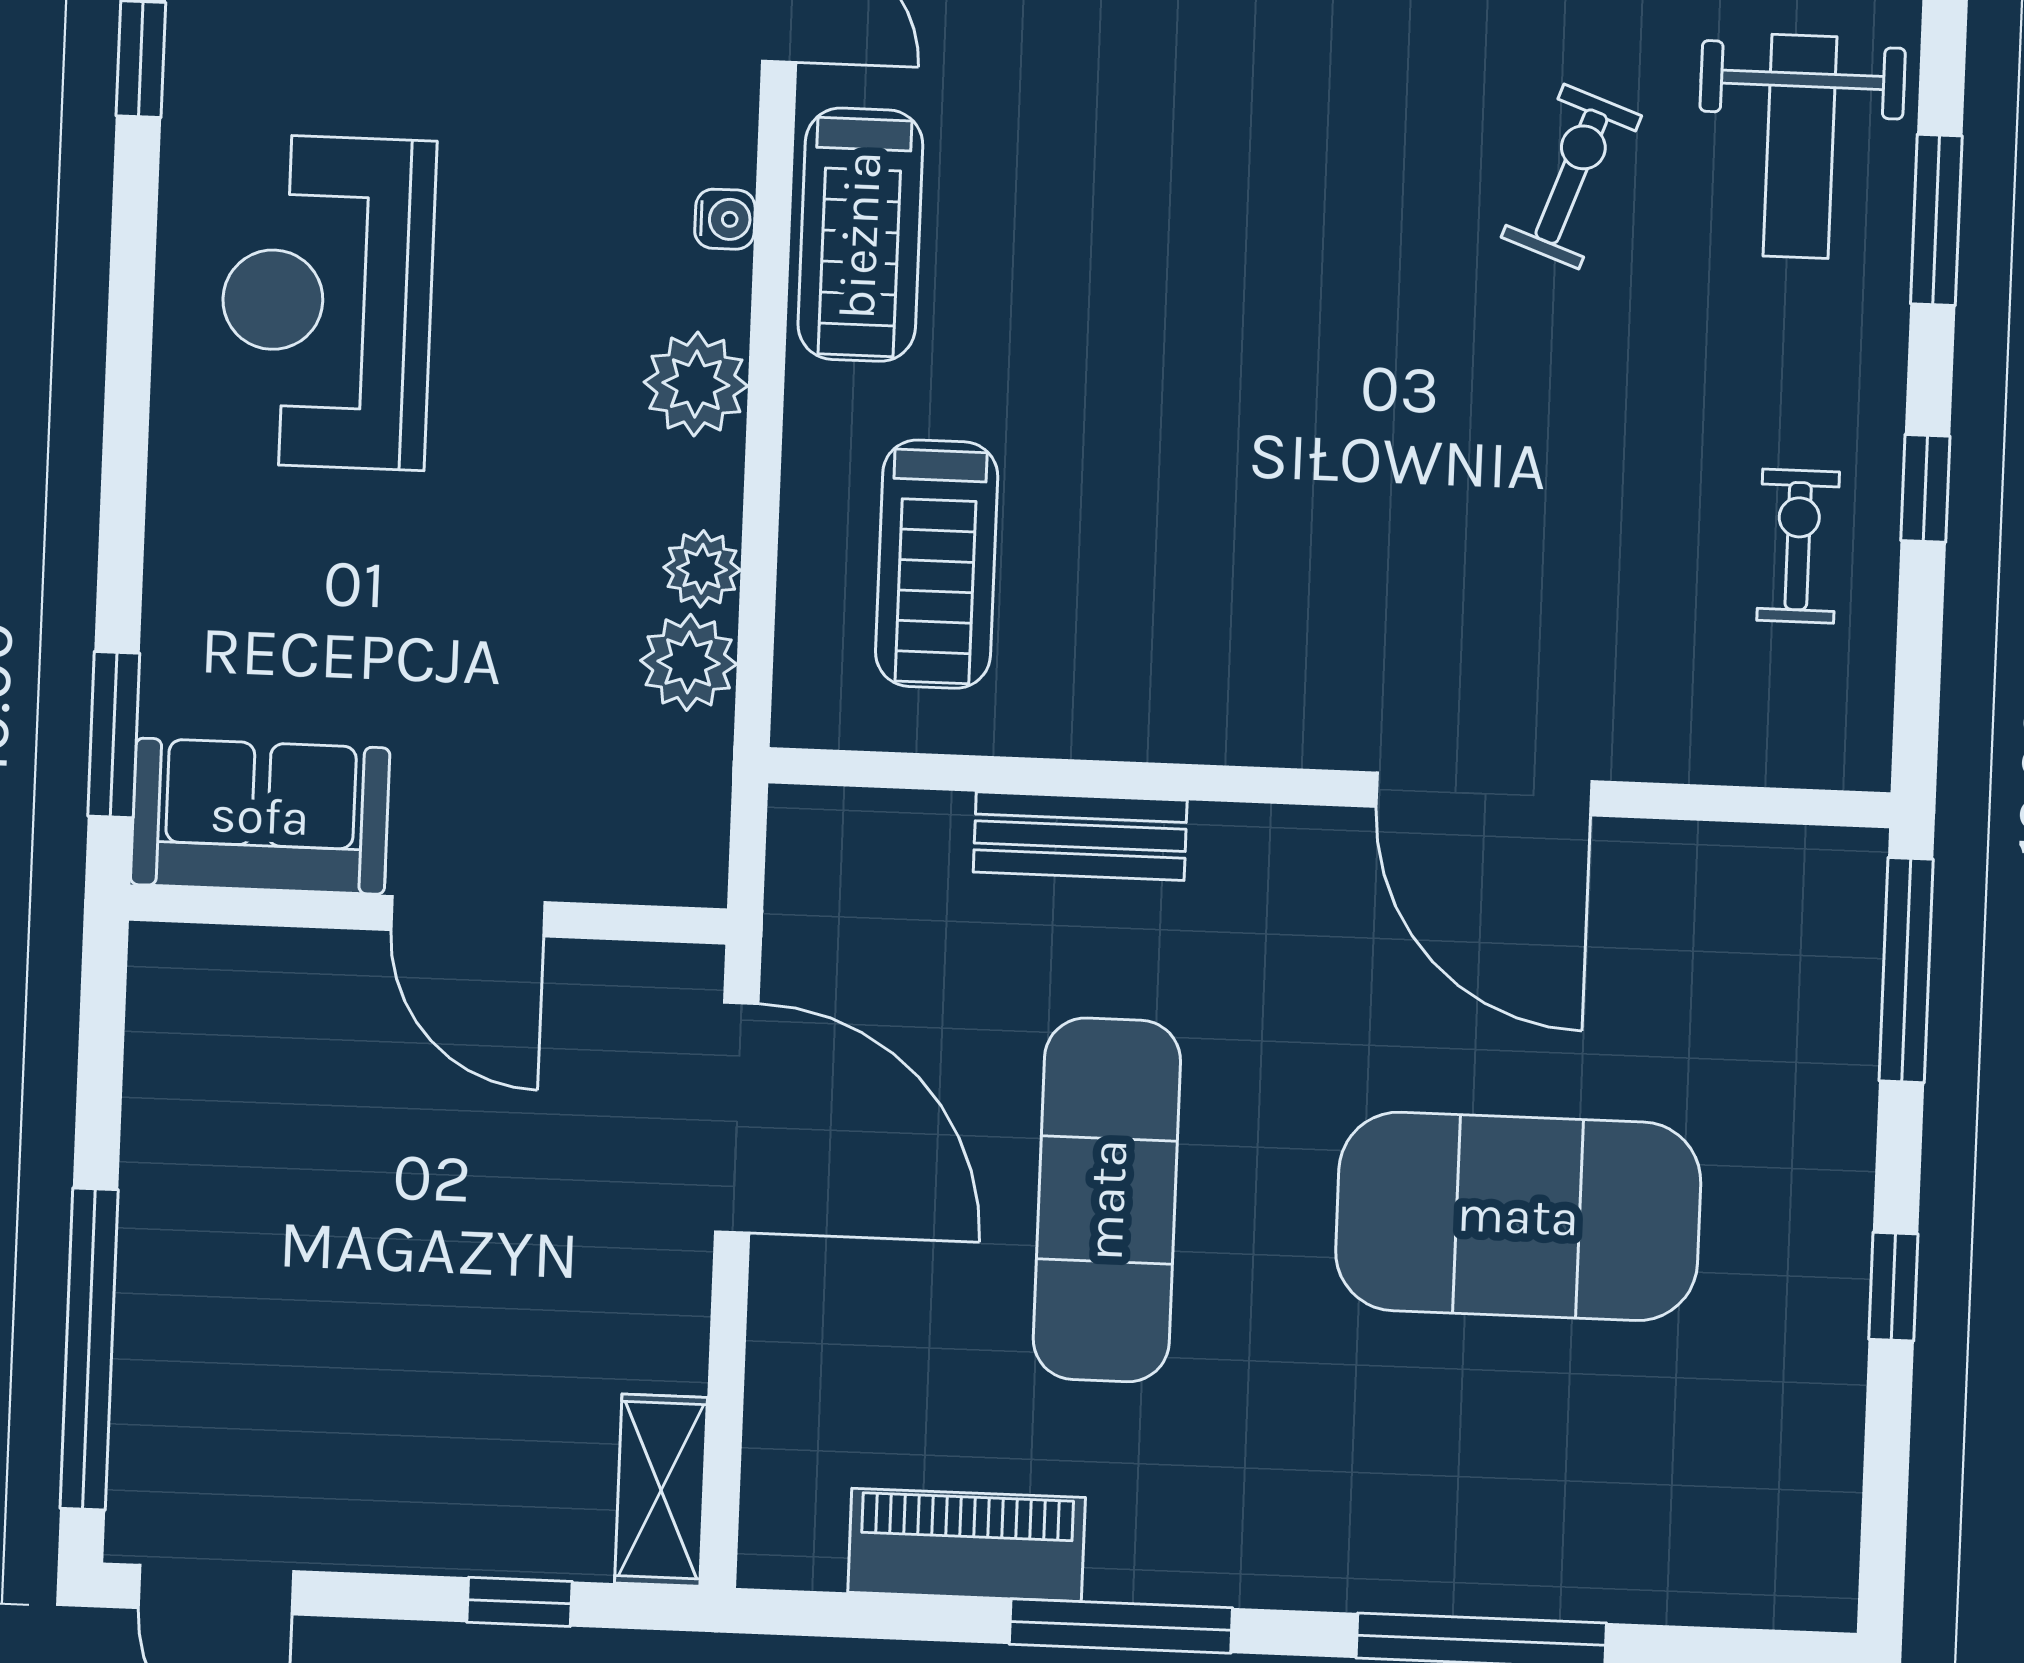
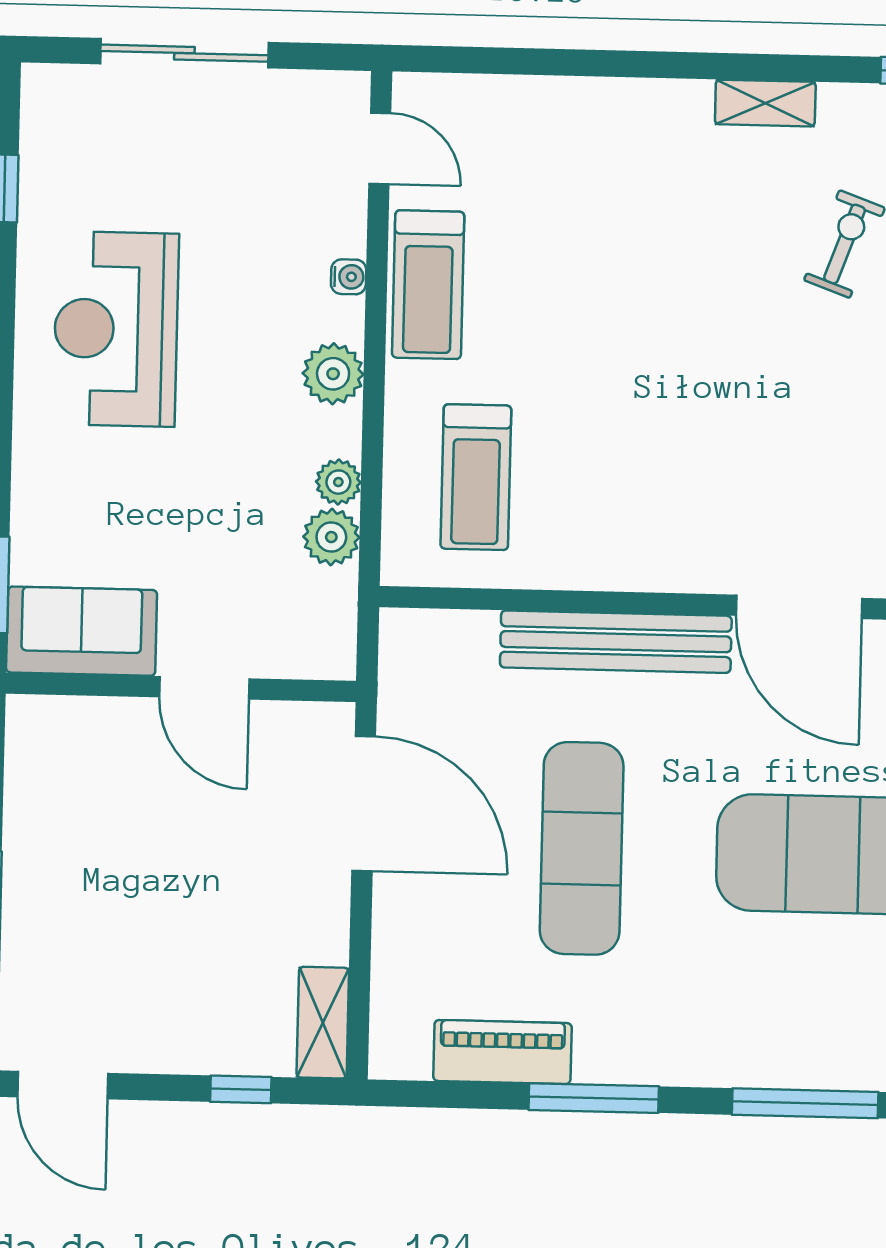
bench: (1080, 836) -> (616, 642), width x1.86, depth x1.21

